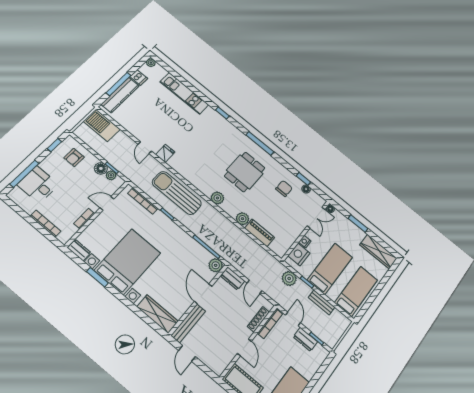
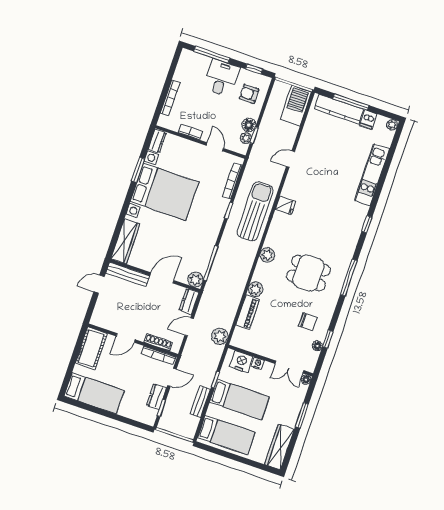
fridge: (165, 153) -> (286, 205), moved
desk: (38, 185) -> (221, 78), moved
plant: (289, 278) -> (220, 336), moved

